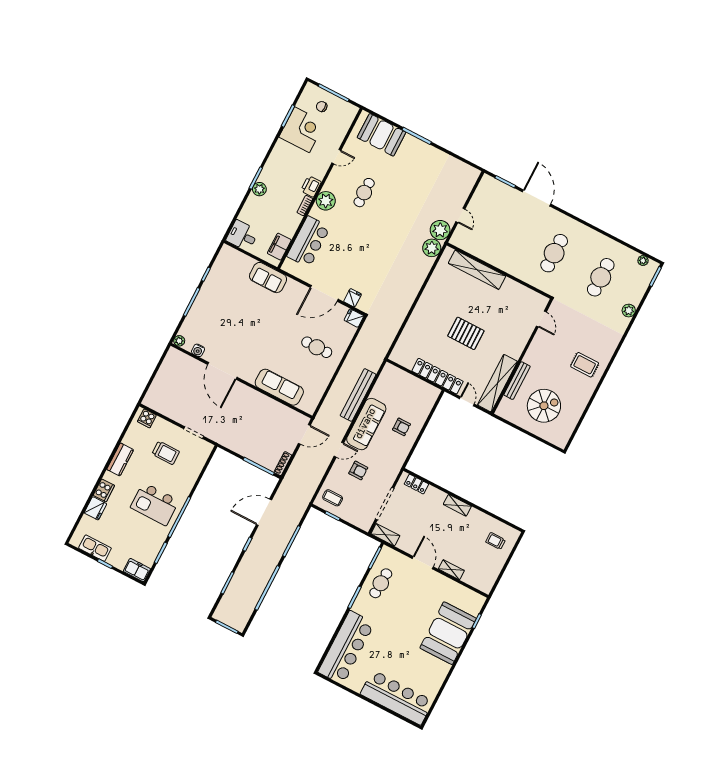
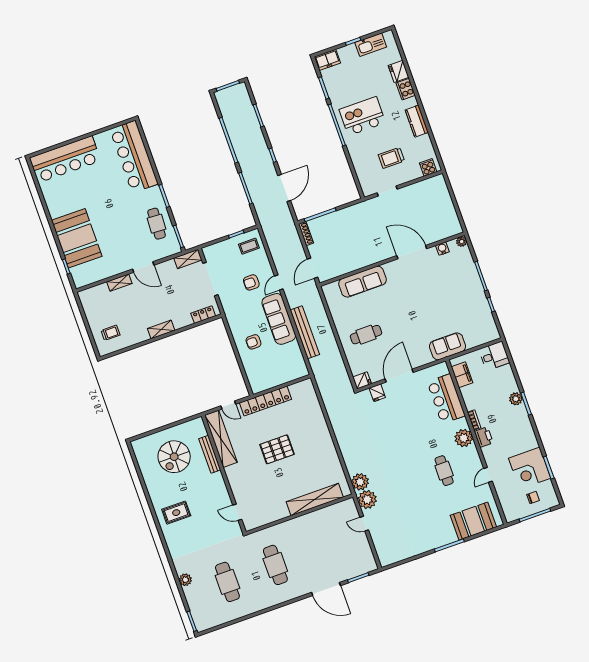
plant: (643, 261) -> (211, 623), removed

